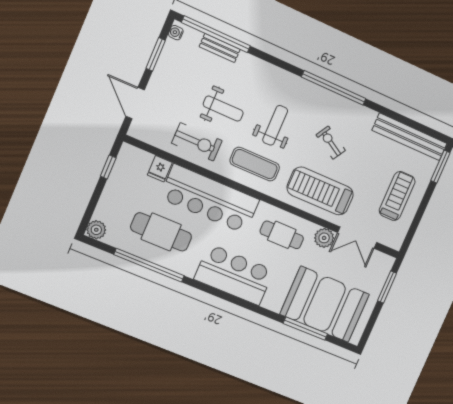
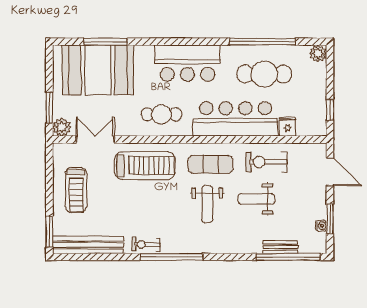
water cooler: (176, 33) -> (321, 226), moved
exercise bike: (331, 143) -> (146, 244), moved, turned 151
plant: (324, 238) -> (62, 127), moved

